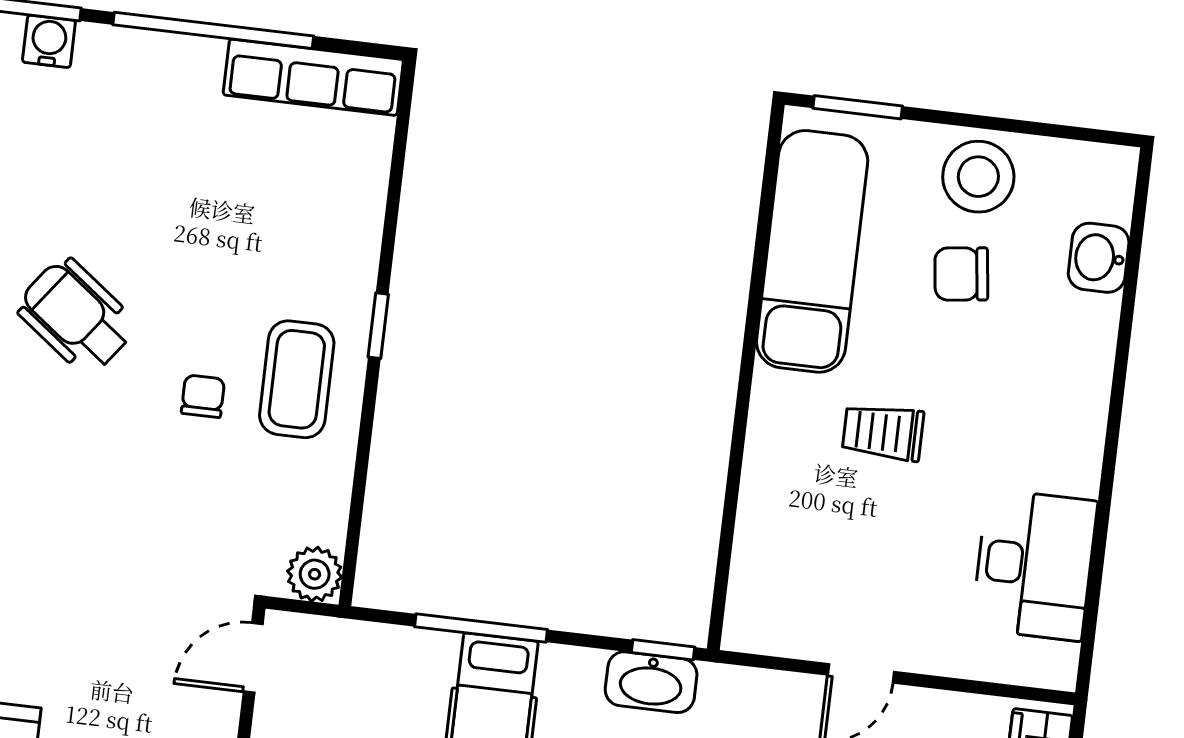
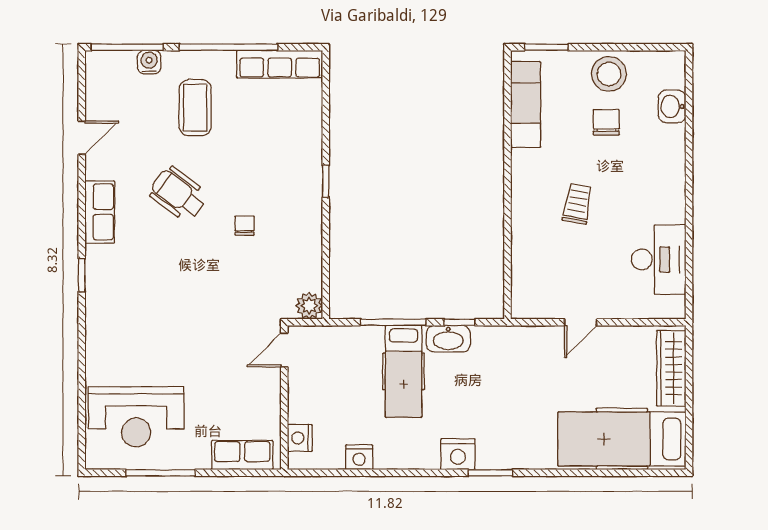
exam couch: (812, 251) -> (526, 104), width x0.73, depth x0.69
chair: (961, 274) -> (606, 122), turned 97
coffee table: (297, 379) -> (195, 108), moved
trolley: (883, 432) -> (577, 204), turned 100
window: (663, 650) -> (459, 322), moved
washbasin: (651, 682) -> (448, 339), moved

